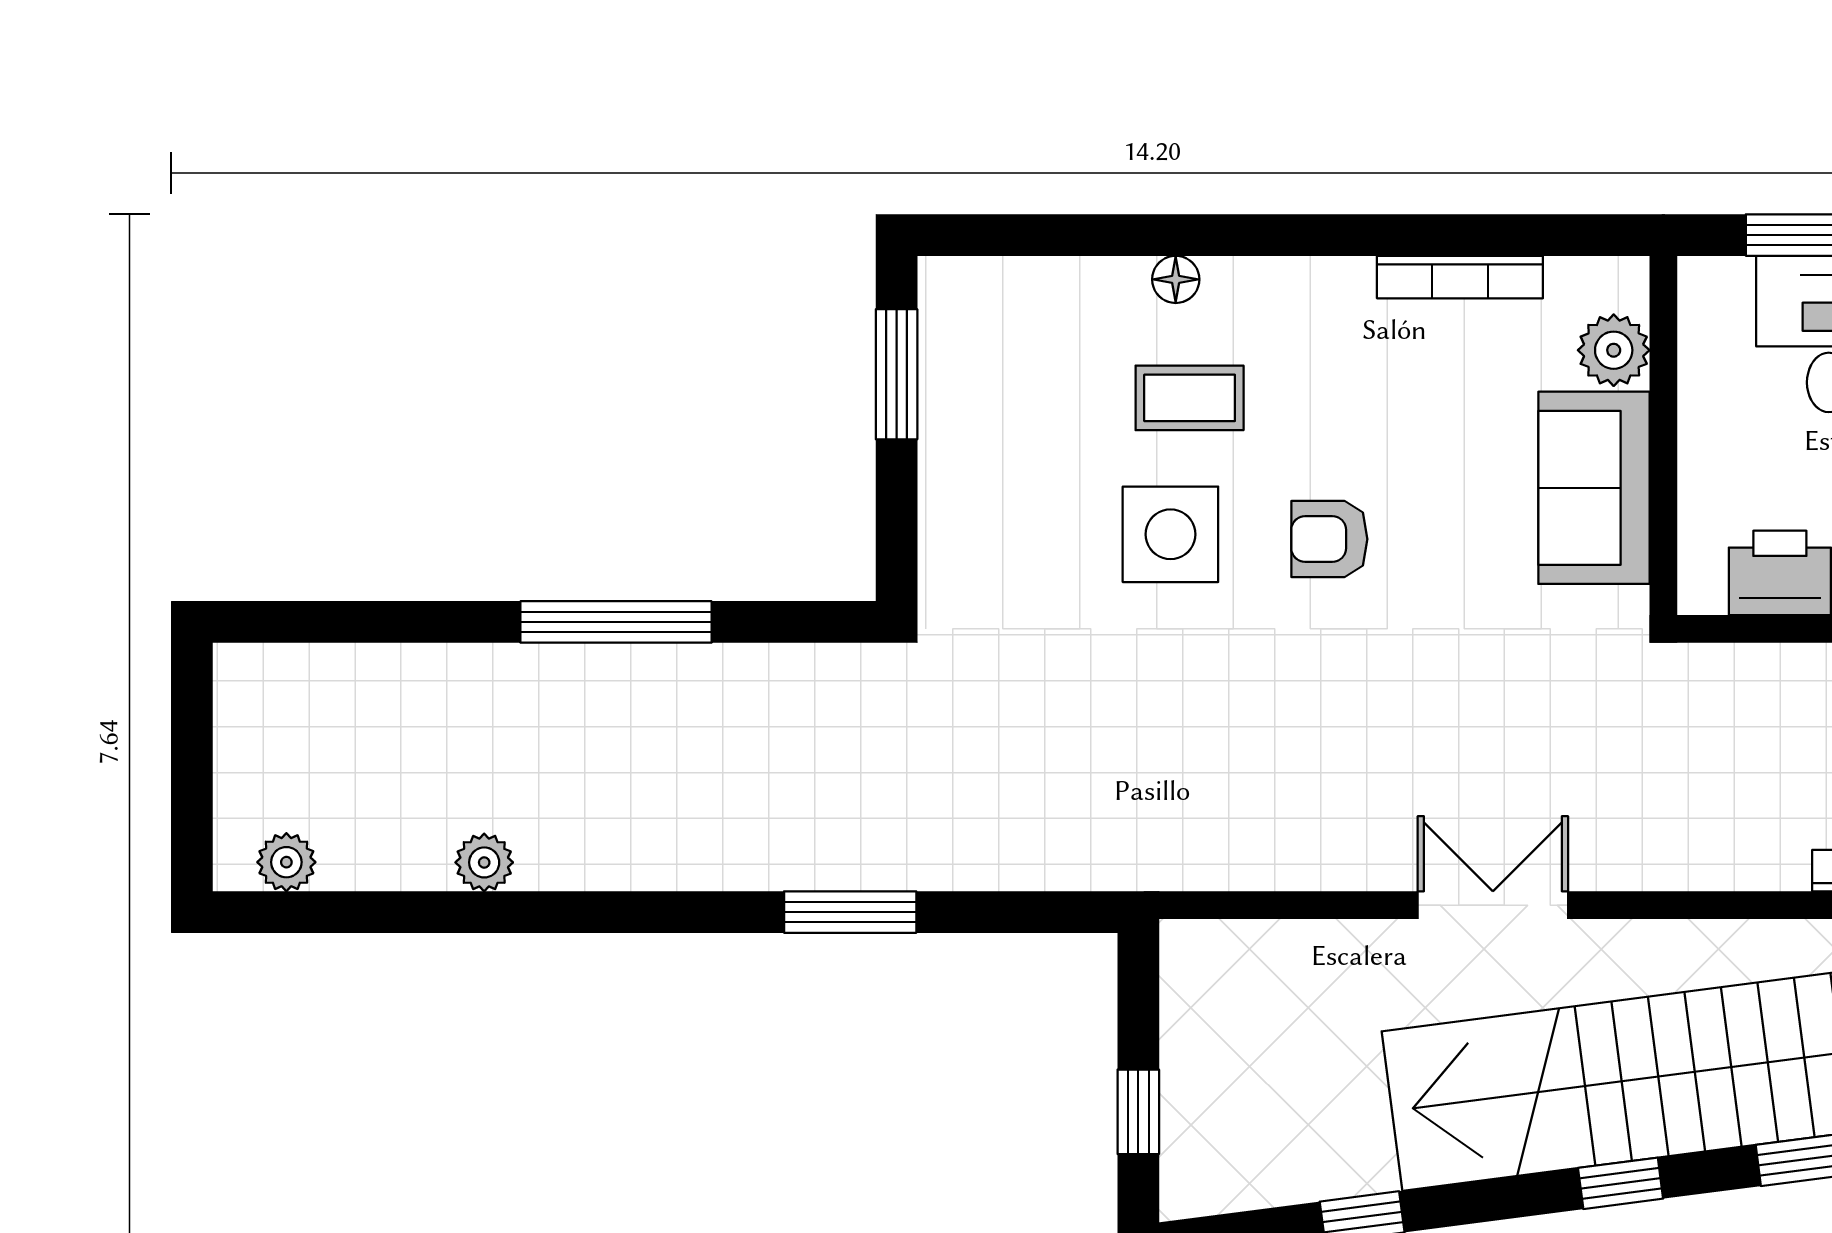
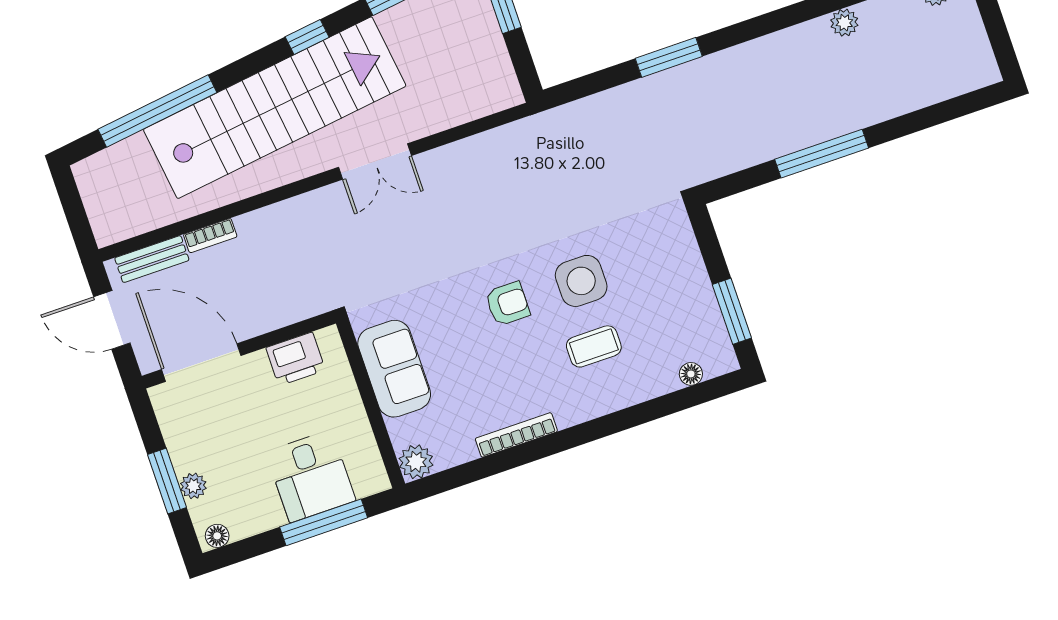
bookcase: (1460, 277) -> (516, 435), moved
floor lamp: (1176, 279) -> (691, 374), moved
plant: (1614, 350) -> (416, 462), moved
window: (1621, 1183) -> (307, 37), moved

